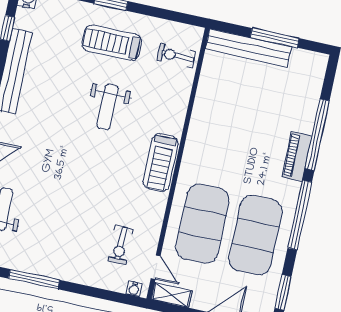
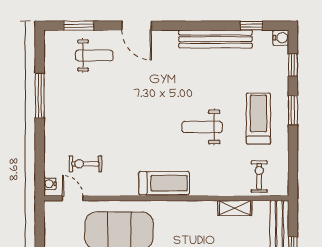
treadmill: (161, 163) -> (164, 183), turned 180
door: (156, 267) -> (73, 198), swing flipped
shelving: (171, 295) -> (235, 208), moved, turned 90

